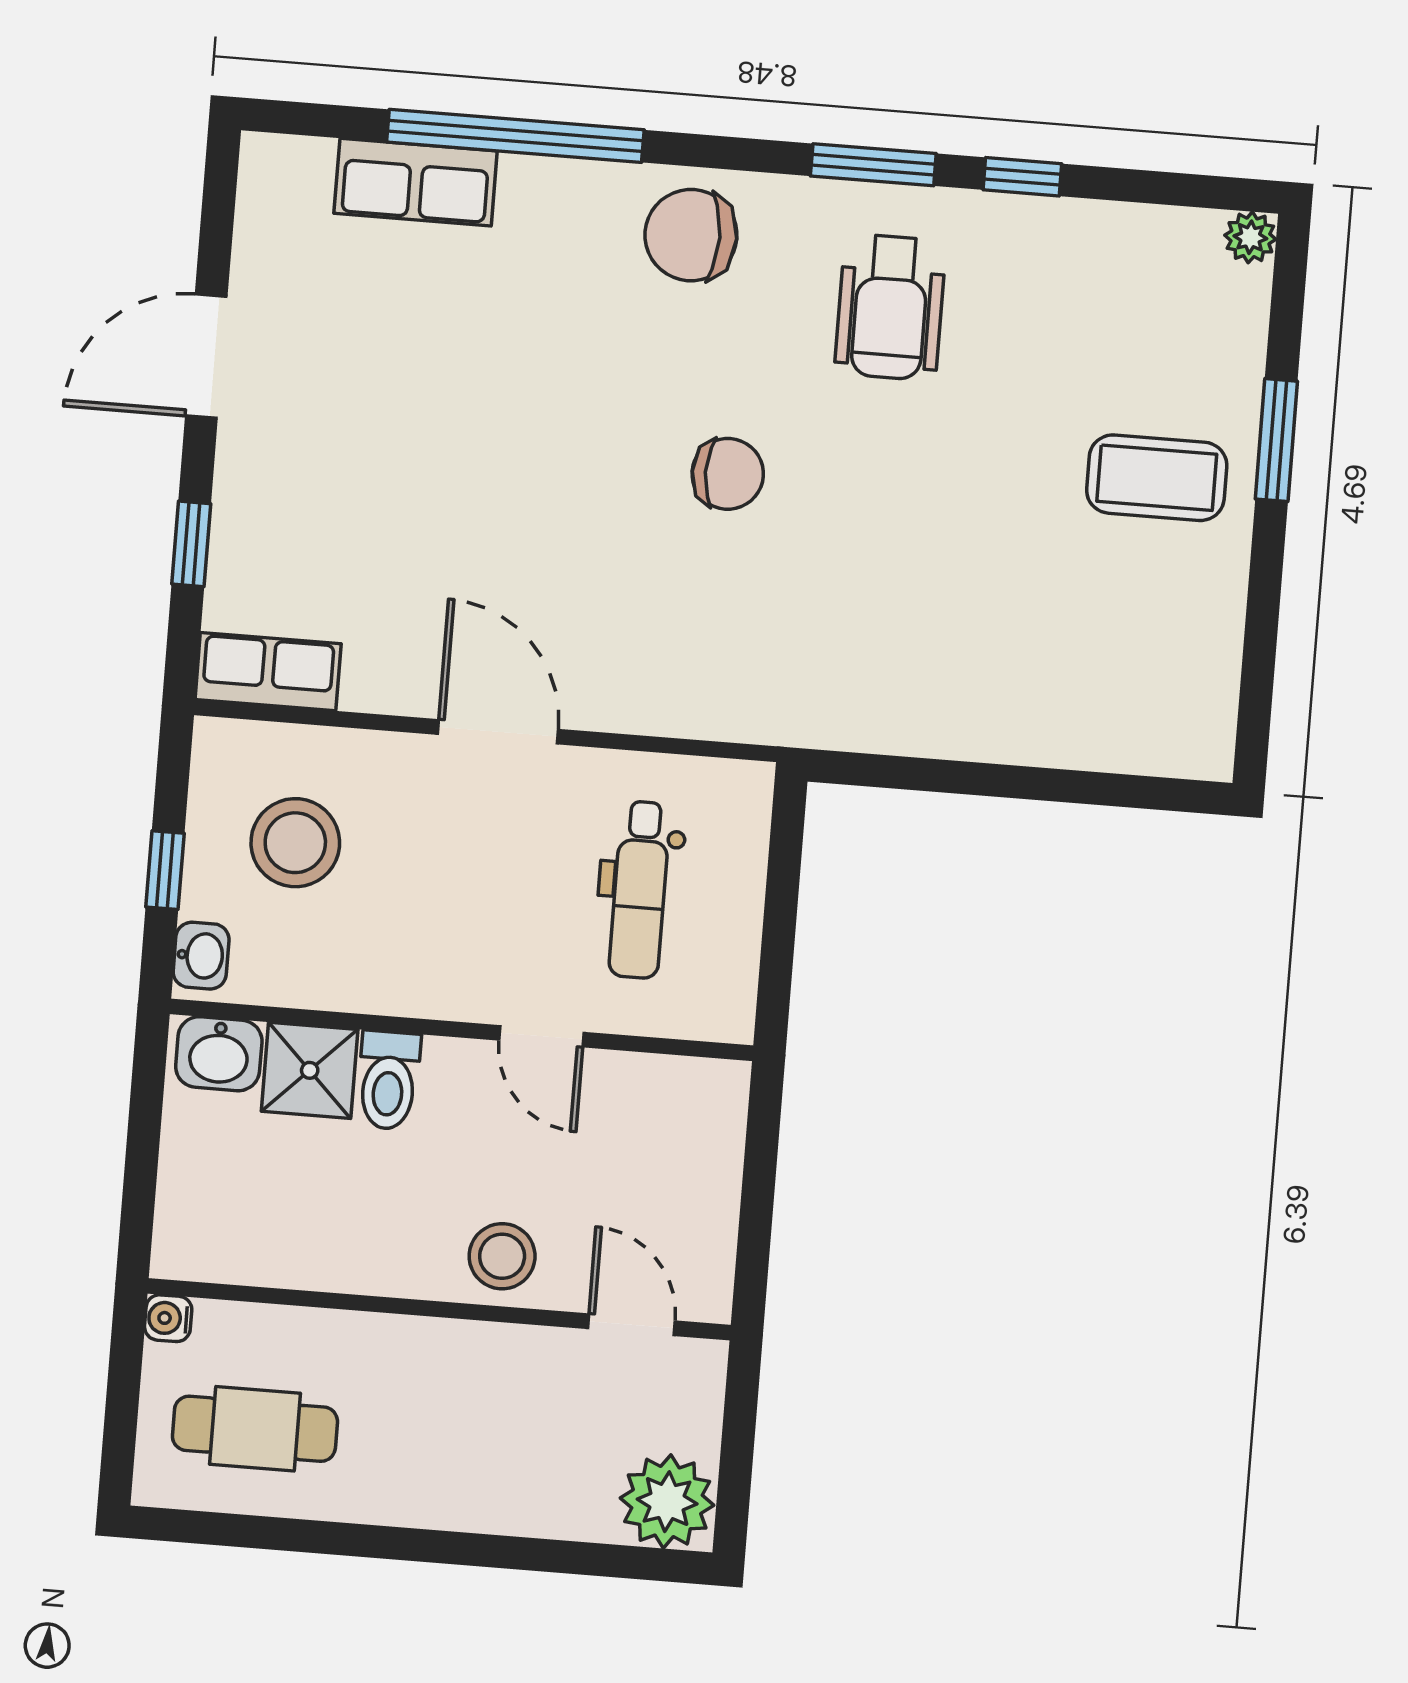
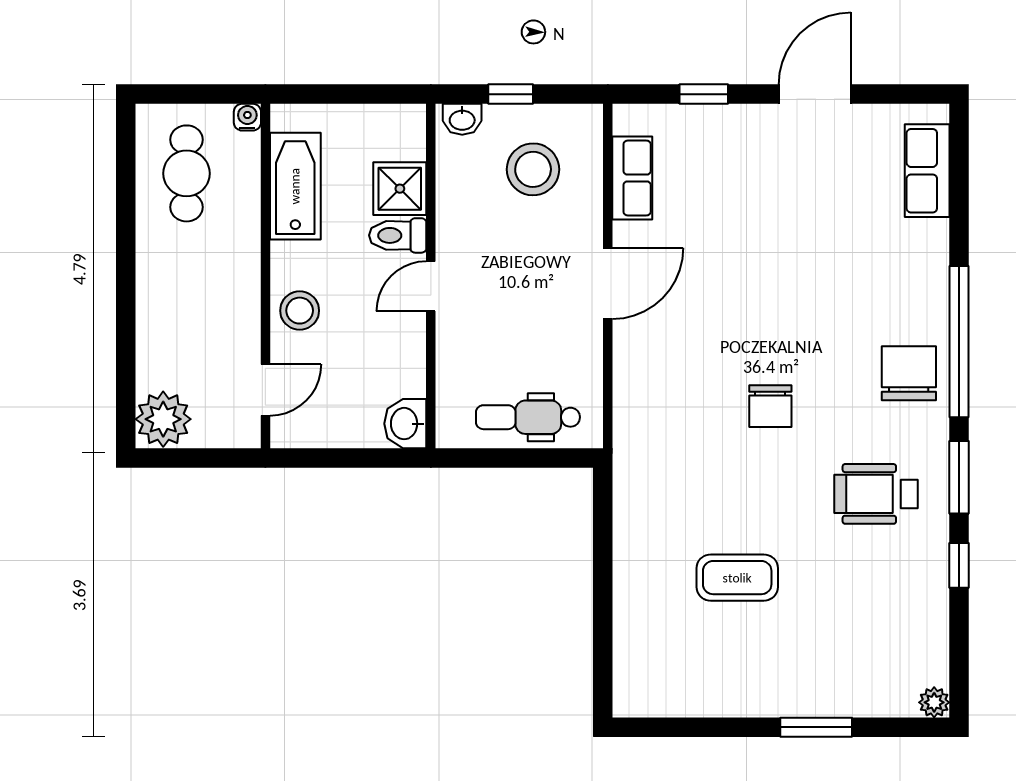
window: (515, 136) -> (959, 342), moved
row of seats: (416, 182) -> (927, 171), moved
door: (206, 356) -> (815, 94), hinge flipped
coffee table: (1157, 478) -> (737, 578), moved, turned 90
row of seats: (268, 672) -> (632, 178), moved
dental chair: (640, 890) -> (528, 417), moved
door: (541, 1036) -> (431, 286), moved
washbasin: (219, 1054) -> (405, 424), moved
bathtub: (291, 1247) -> (295, 186), added

